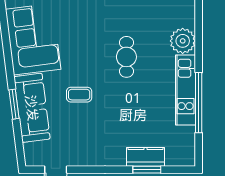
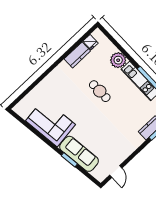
coffee table: (79, 95) -> (95, 128), removed

